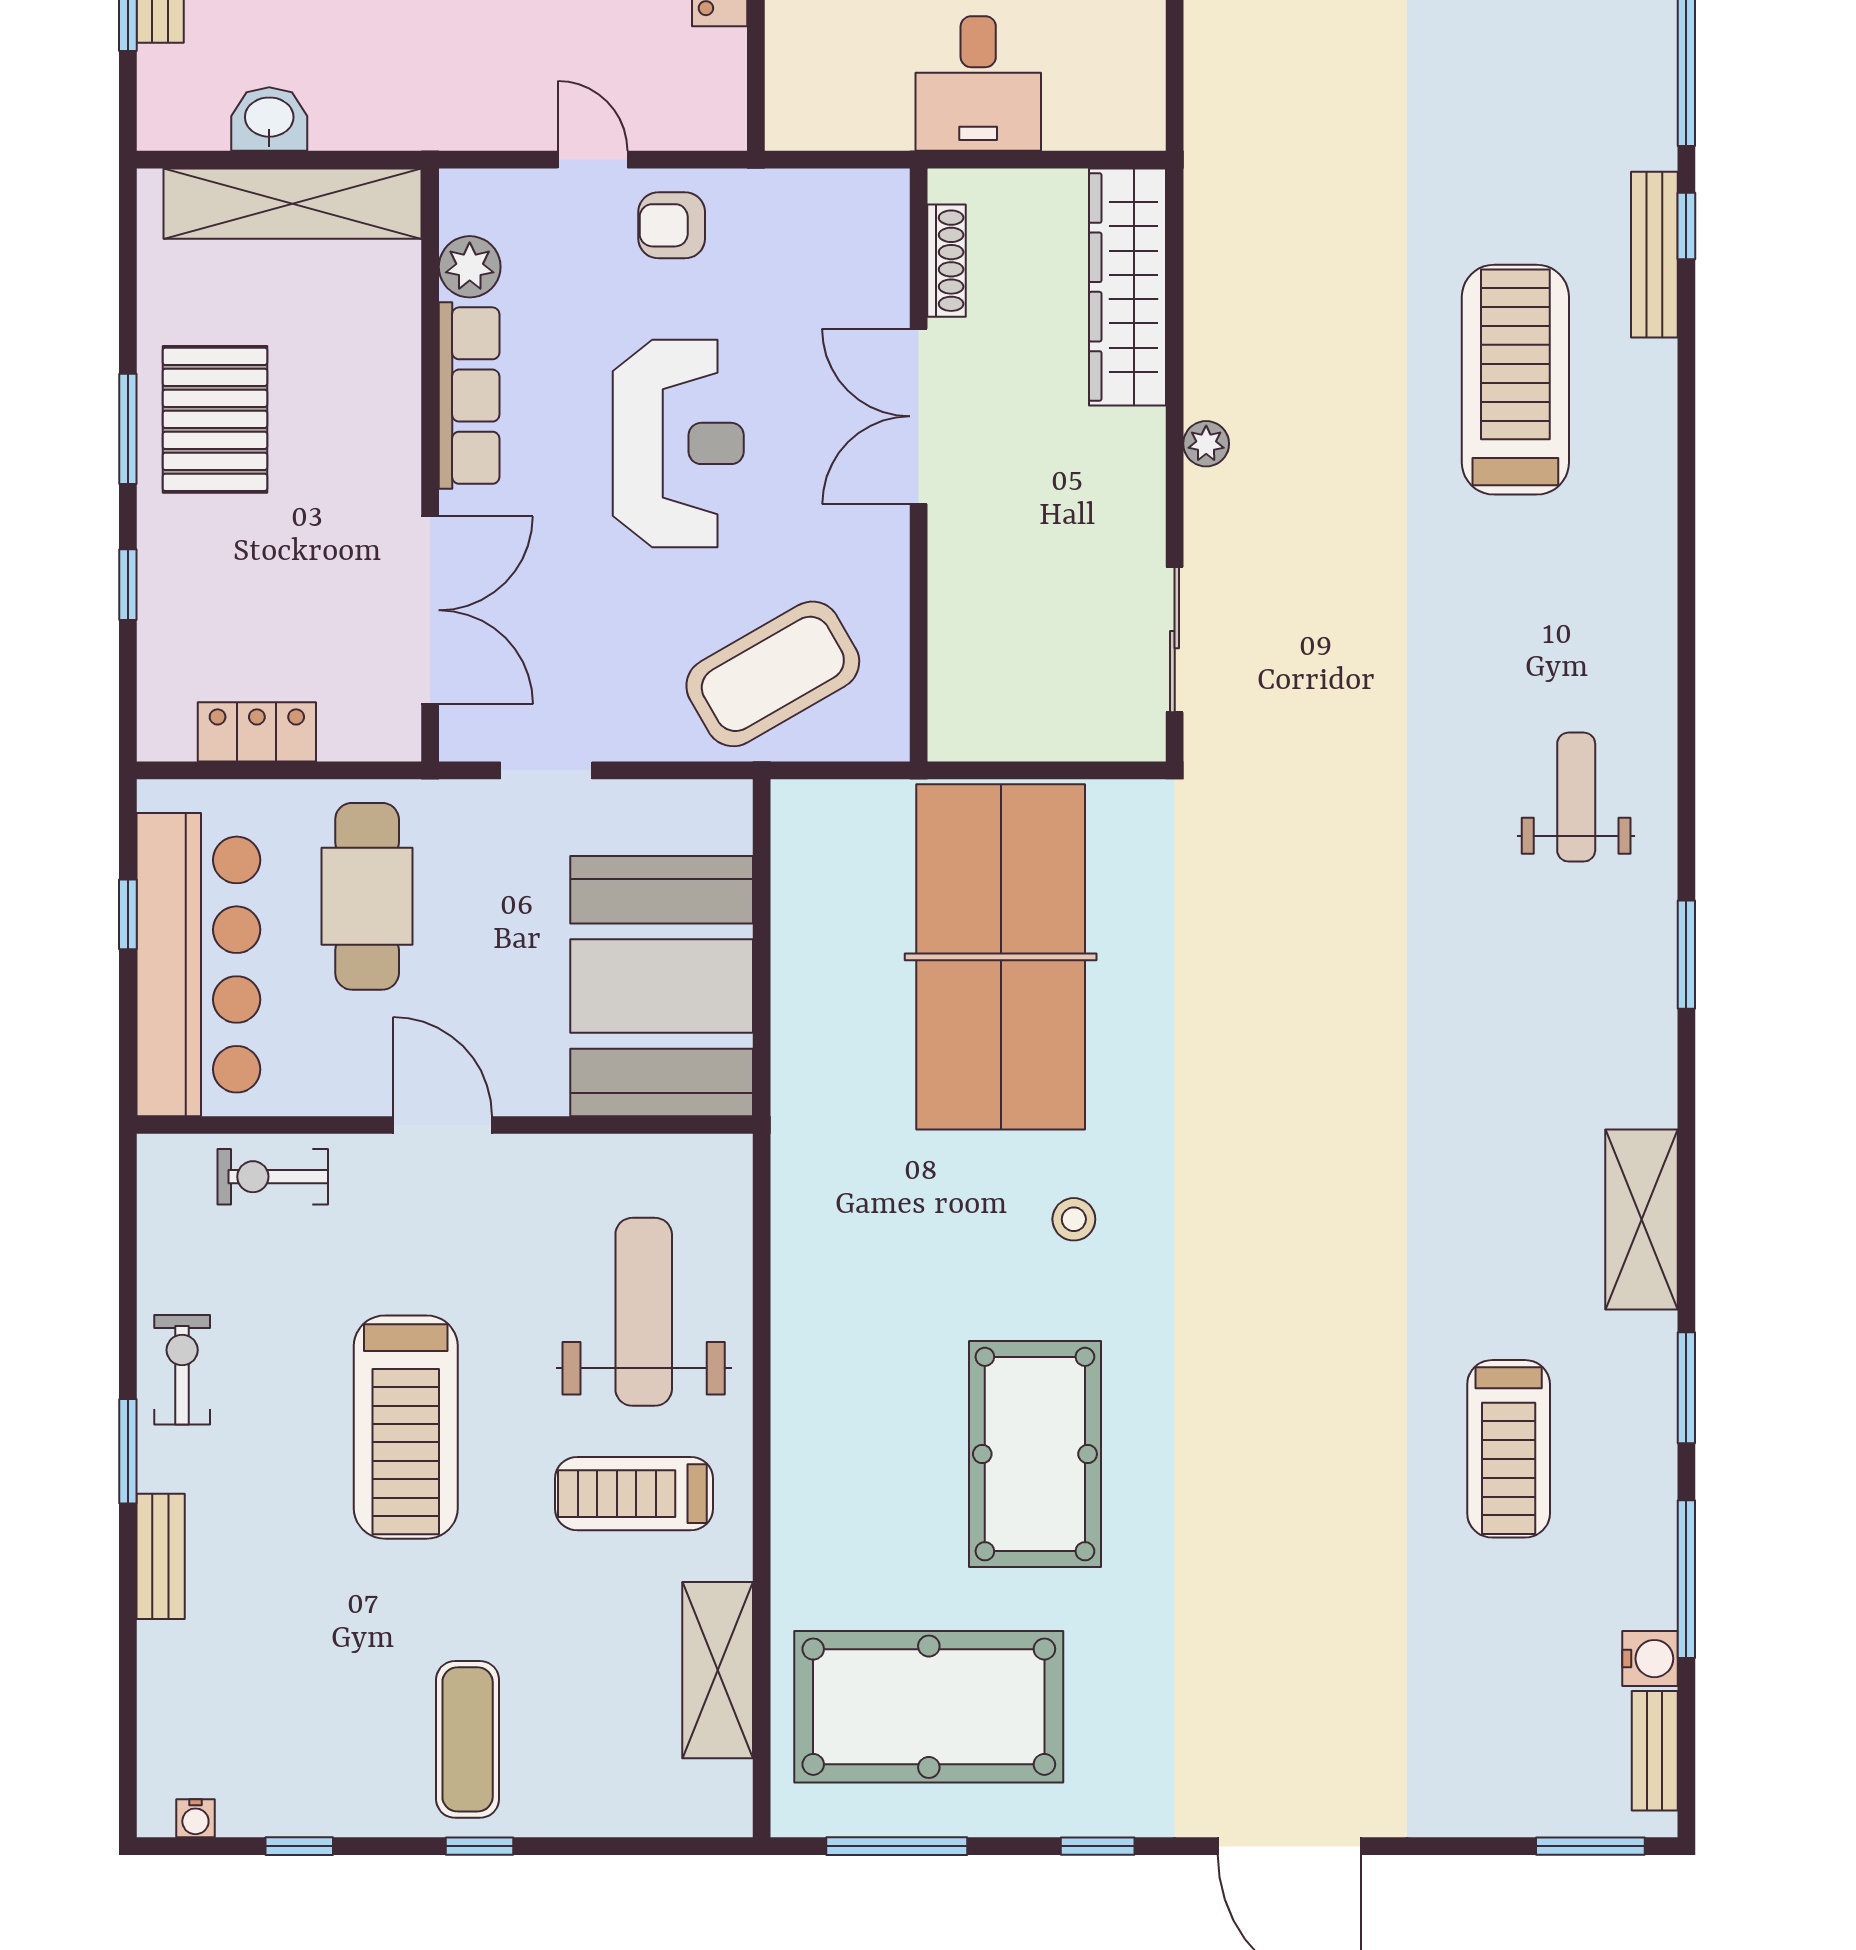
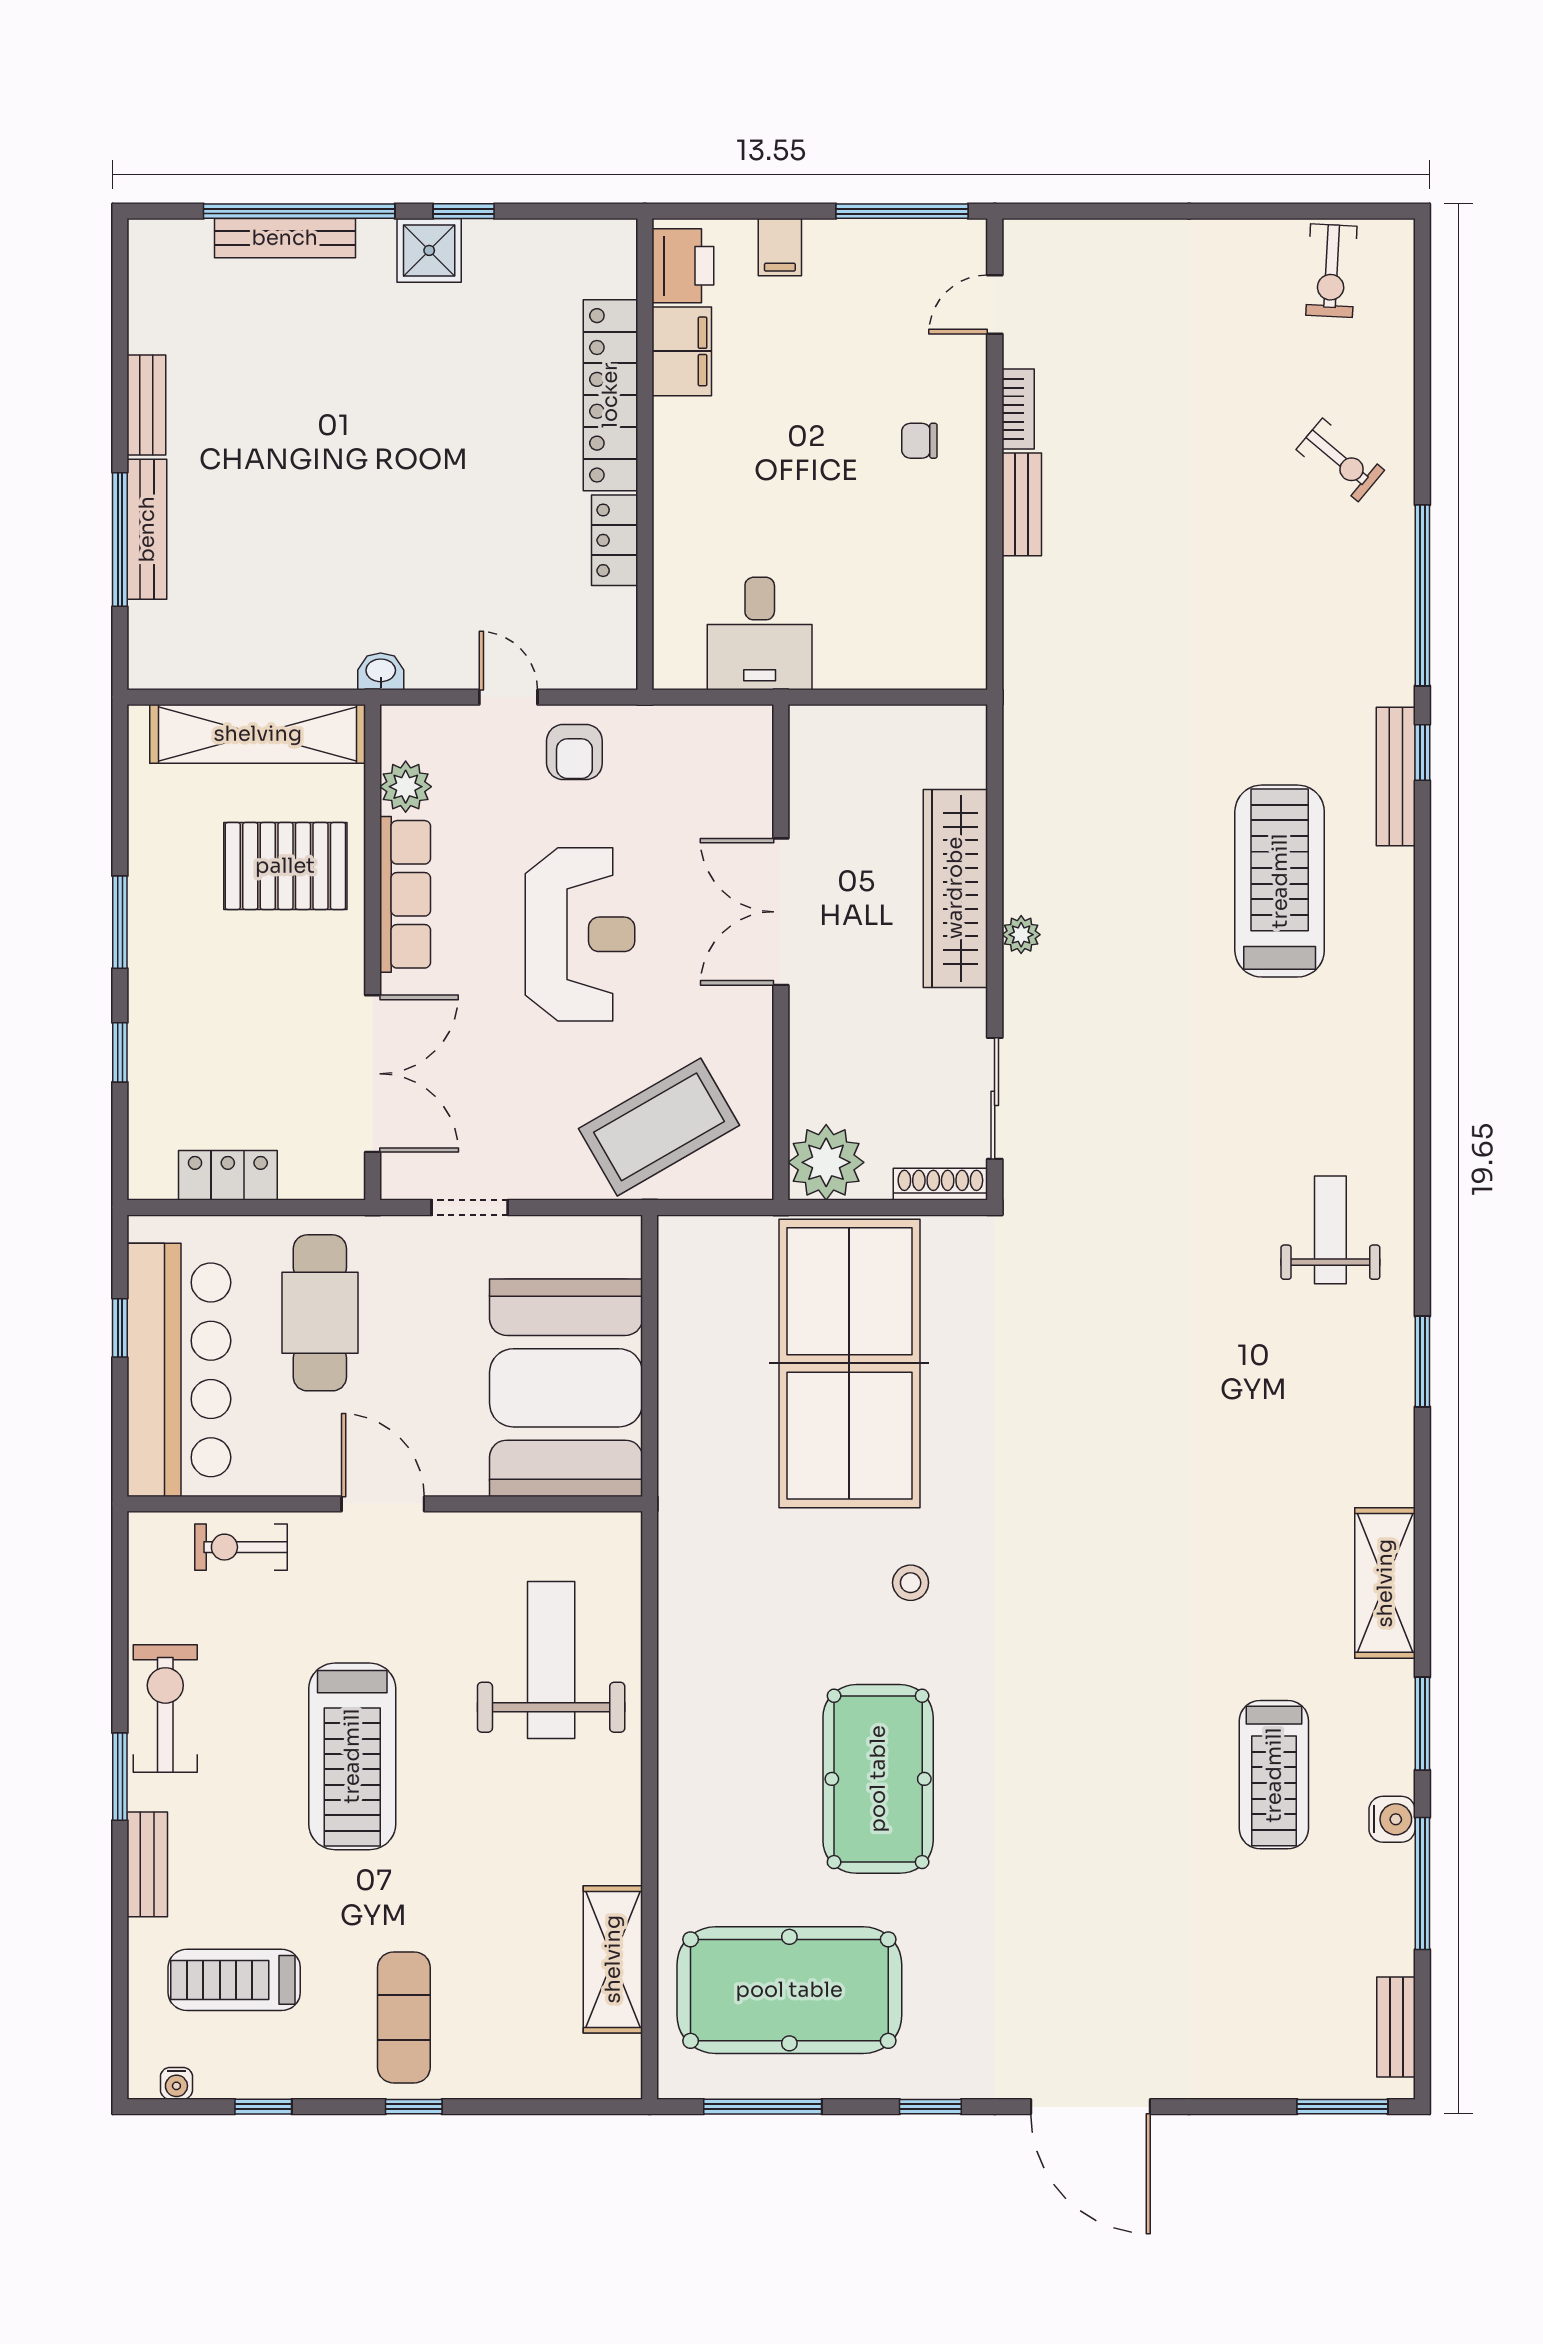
desk: (978, 83) -> (760, 633), moved
washbasin: (269, 119) -> (381, 671), moved, width x0.72, depth x0.69
armchair: (672, 225) -> (574, 752), turned -90
shoe rack: (947, 261) -> (940, 1184), moved, turned -90
wardrobe: (1127, 287) -> (955, 888), moved
pallet: (215, 419) -> (285, 866), moved, turned 90
plant: (973, 716) -> (826, 1162), added
exercise bike: (182, 1370) -> (165, 1708), width x1.38, depth x1.39
treadmill: (634, 1494) -> (234, 1980), moved
water cooler: (1650, 1659) -> (1392, 1819), moved

